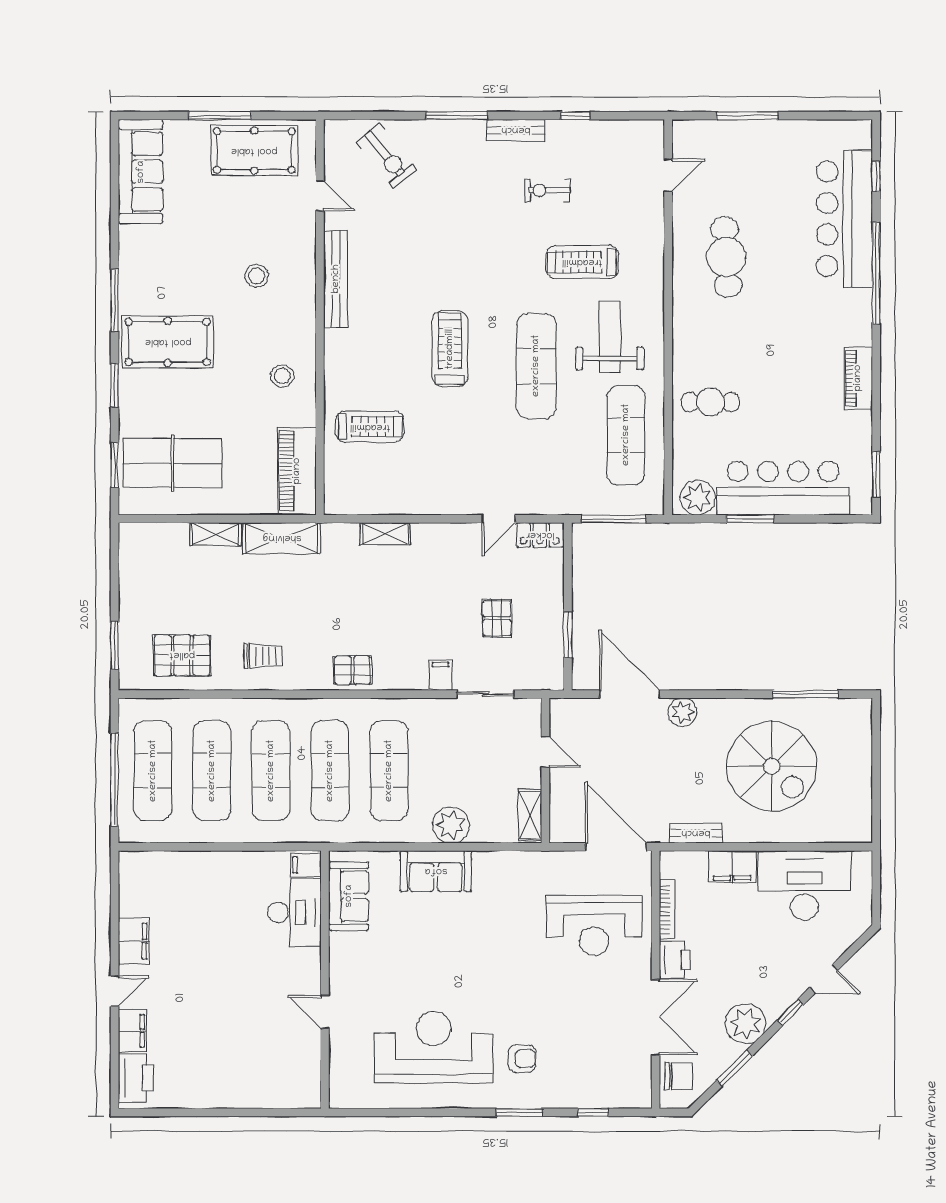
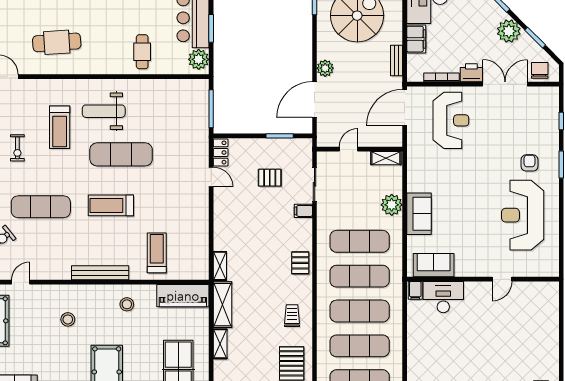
bench: (336, 279) -> (100, 273), moved
exercise mat: (626, 435) -> (41, 207), moved
shelving: (385, 534) -> (220, 266), moved

